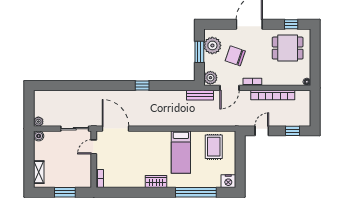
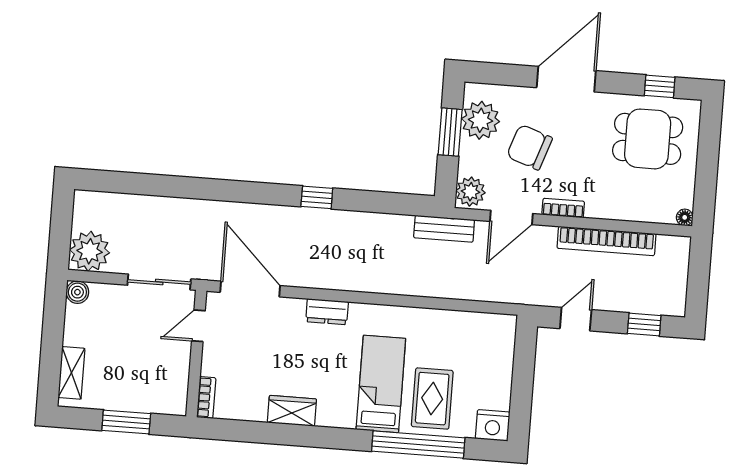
plant: (38, 122) -> (90, 251), width x1.87, depth x1.87
dresser: (151, 136) -> (327, 312), added
rug: (214, 147) -> (432, 399), moved
bed: (181, 152) -> (381, 384), moved, turned 180
wardrobe: (156, 182) -> (292, 411), moved

